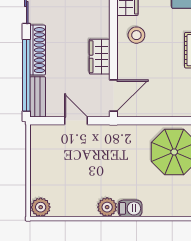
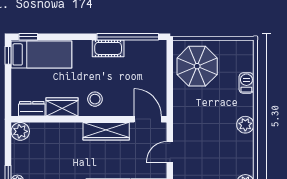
wardrobe: (100, 57) -> (106, 131), width x1.50
barbecue: (130, 208) -> (246, 83), moved

